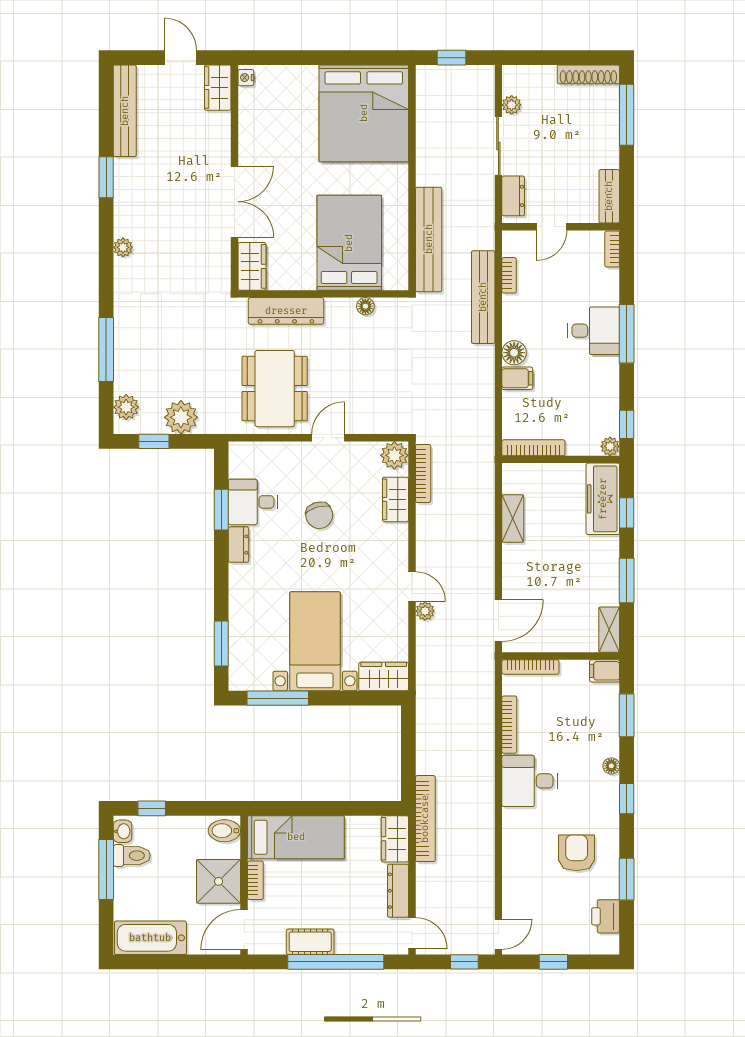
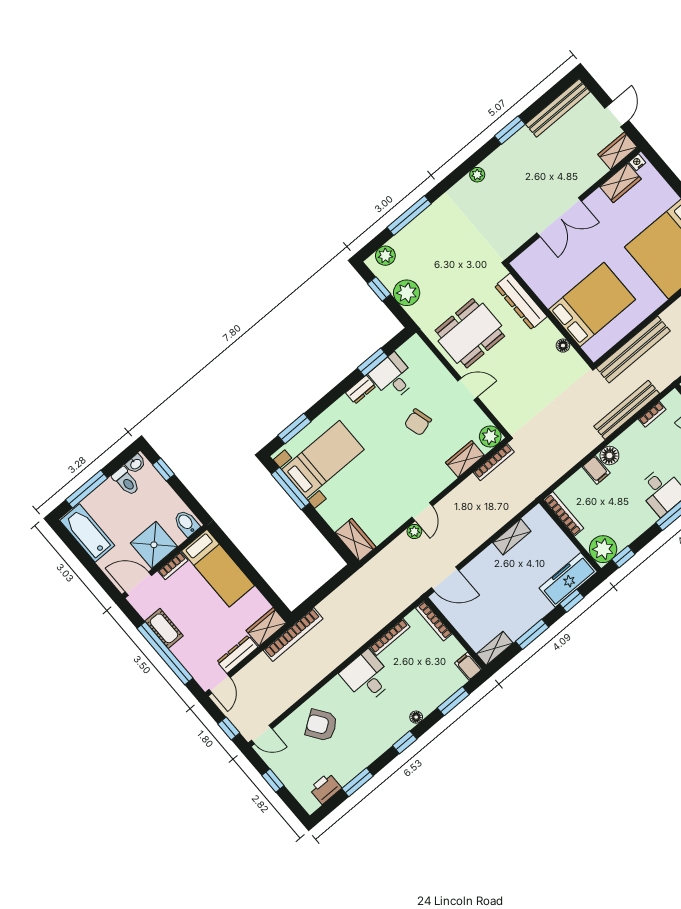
wardrobe: (252, 266) -> (620, 183), moved
plant: (610, 446) -> (603, 549), width x1.87, depth x1.87
bed with nightstands: (315, 641) -> (323, 459), moved
armchair: (577, 853) -> (321, 725), moved, turned -125
window: (106, 869) -> (87, 489), moved

